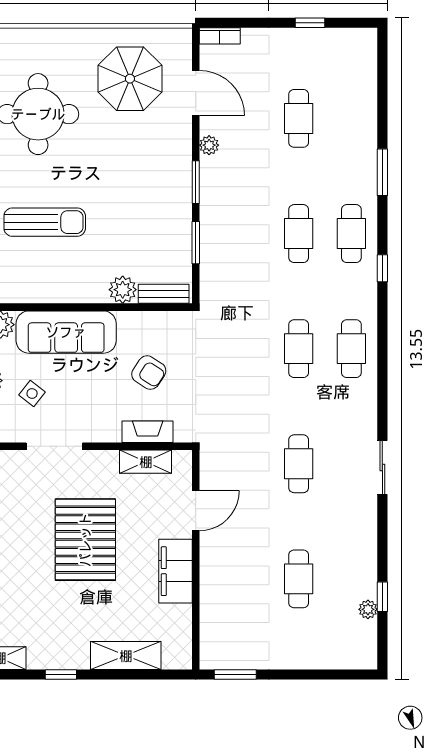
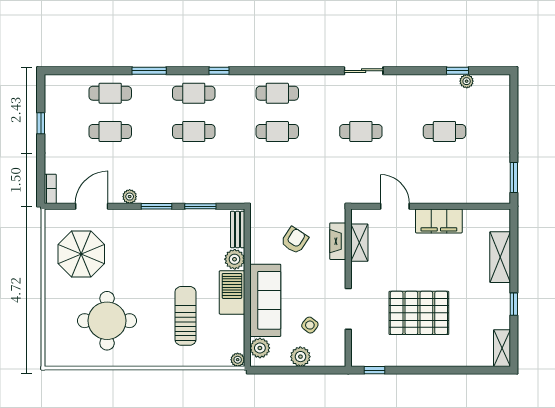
cafe table: (351, 118) -> (110, 93), added
barbecue: (77, 286) -> (232, 292), added
pallet: (85, 540) -> (419, 313), moved

